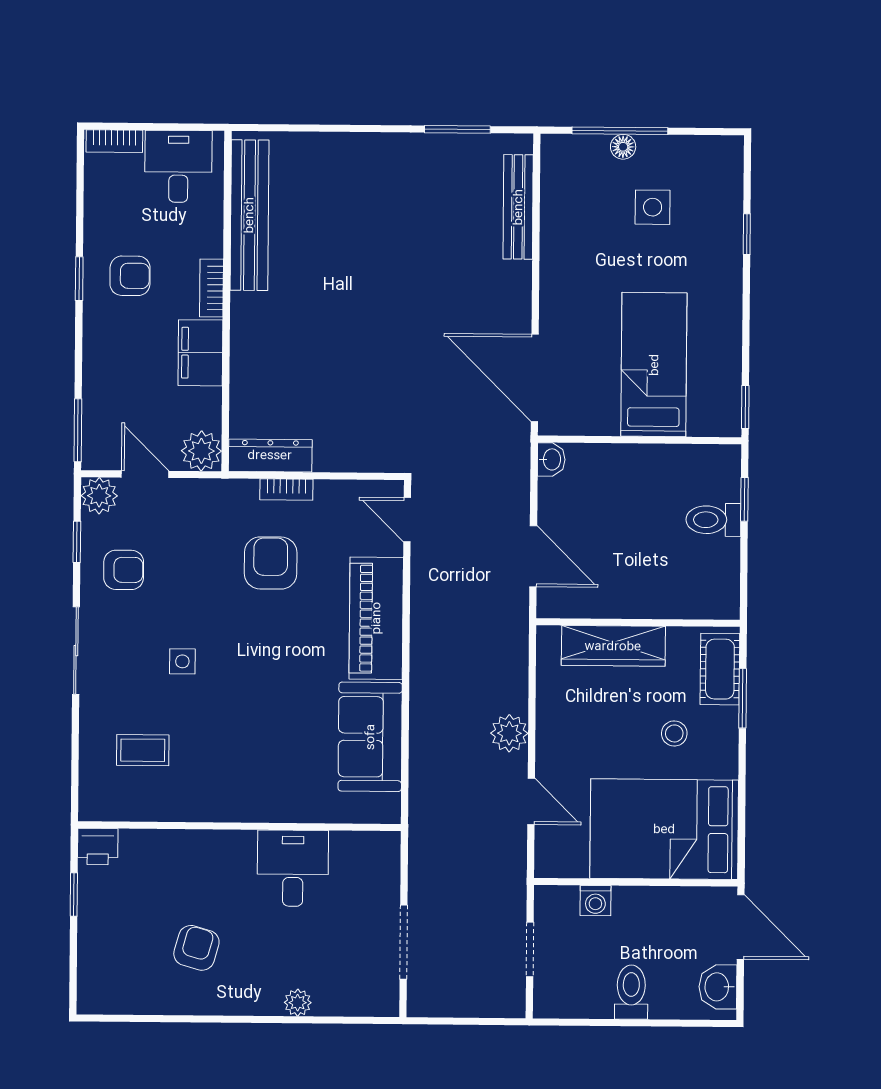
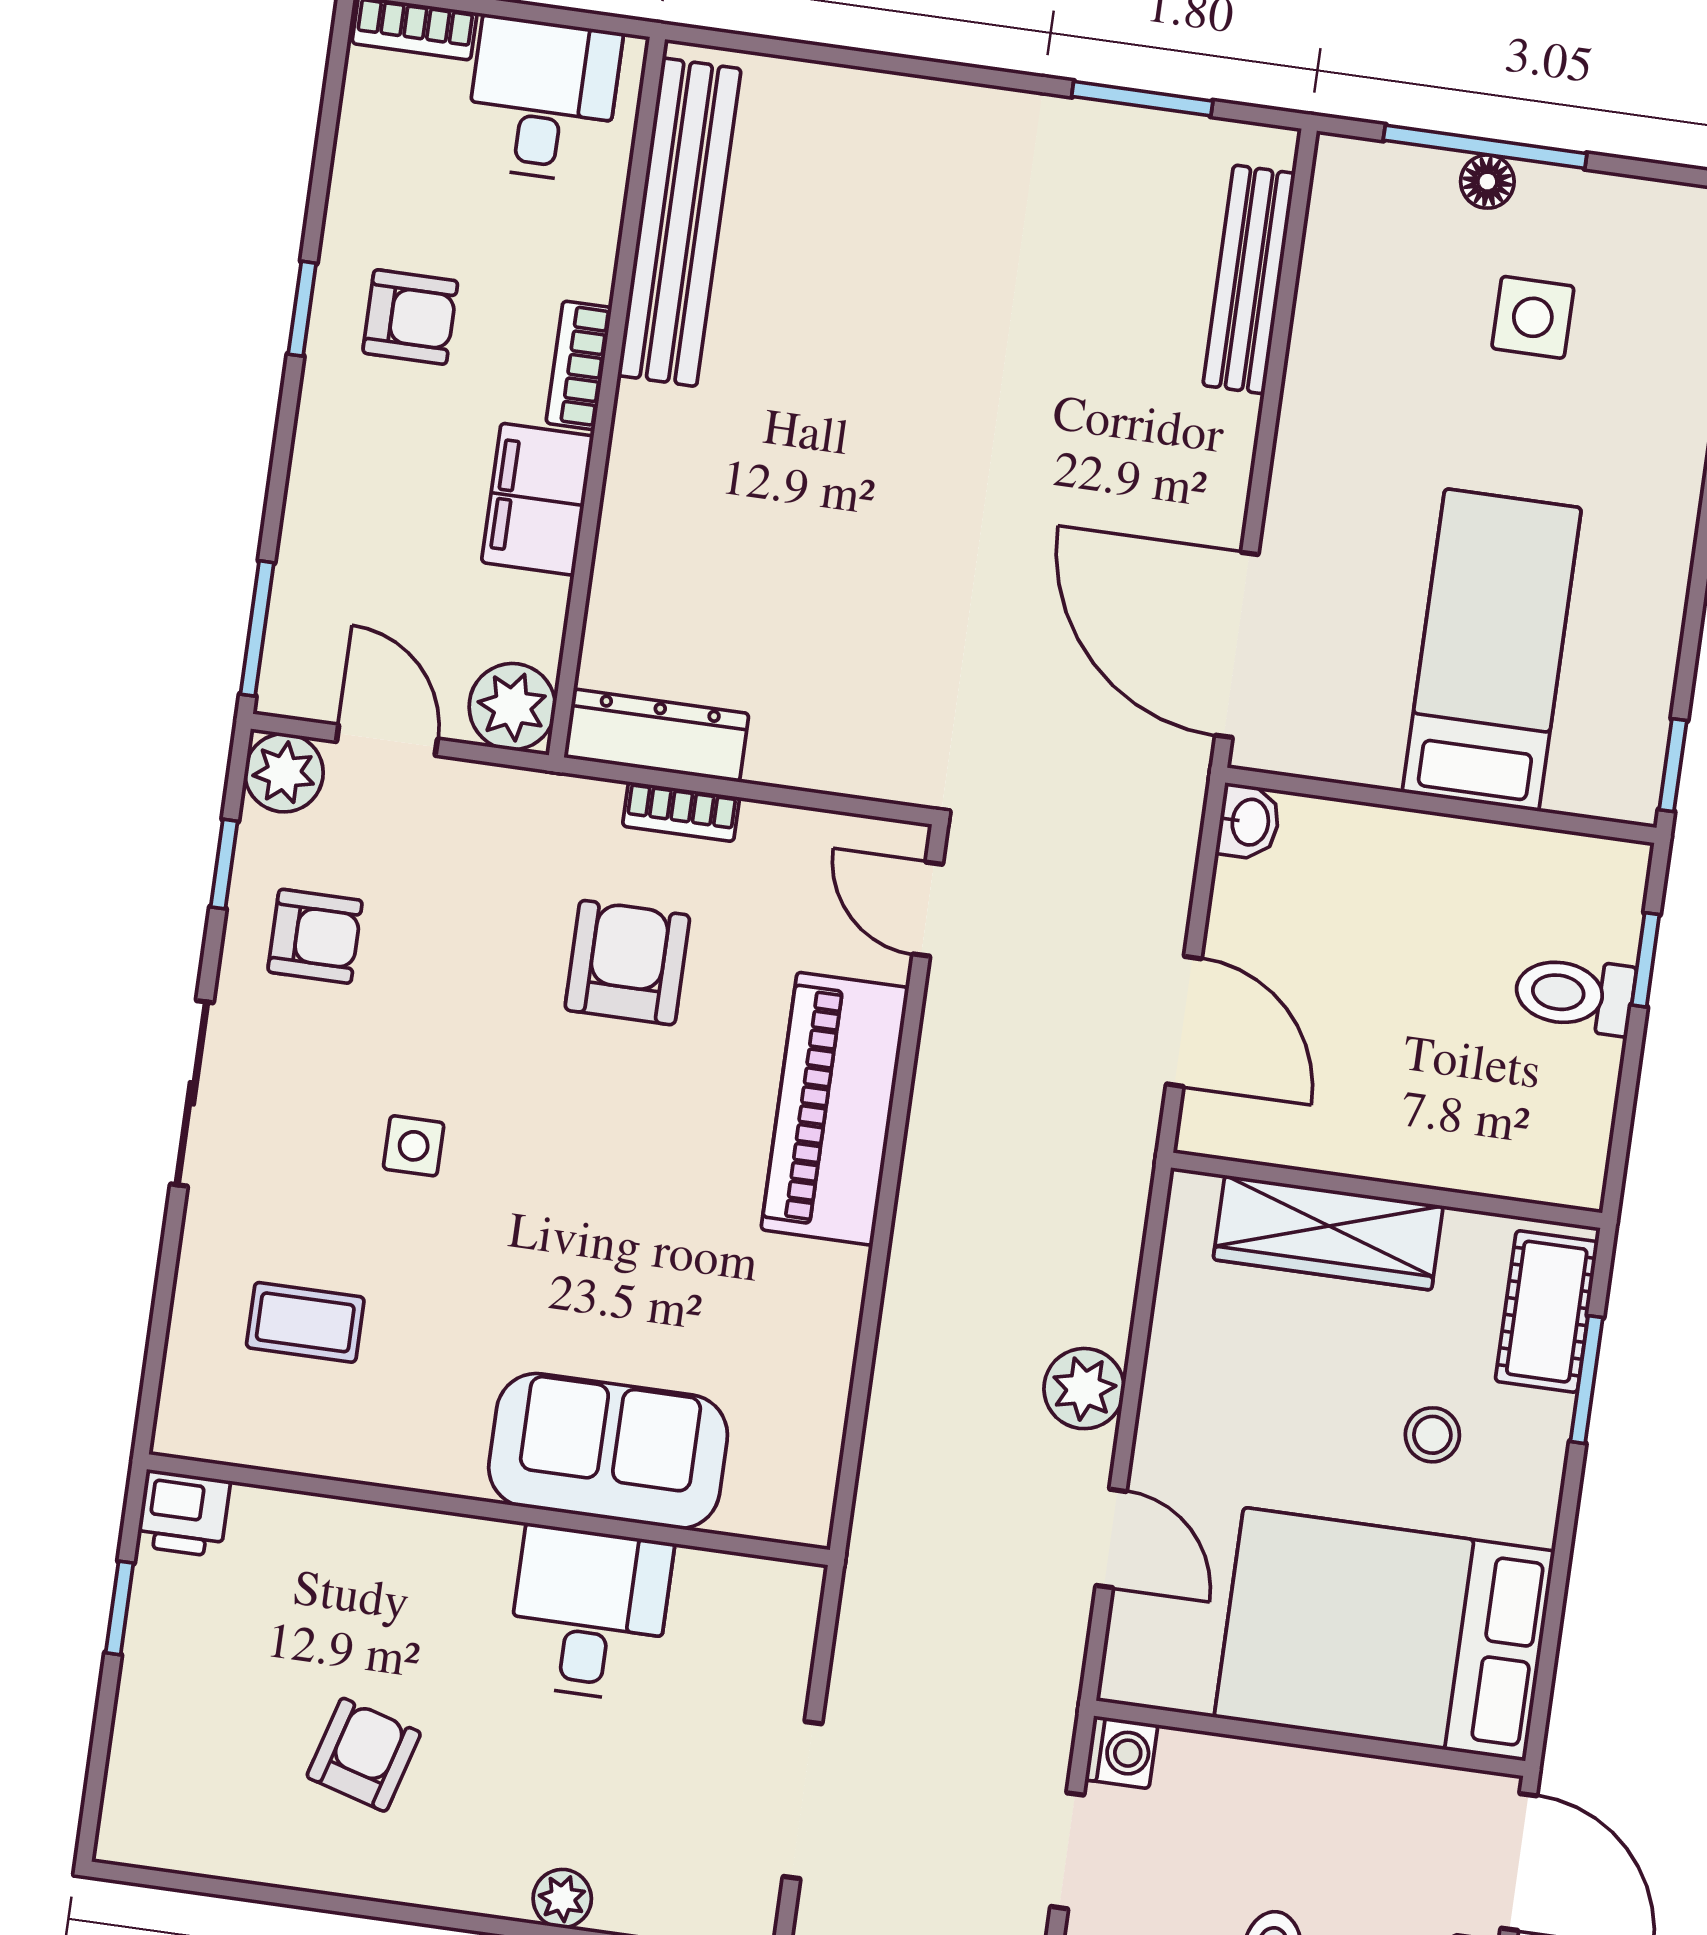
sofa: (370, 737) -> (608, 1451), moved, turned 90
washing machine: (595, 901) -> (1121, 1752), moved, turned -90

